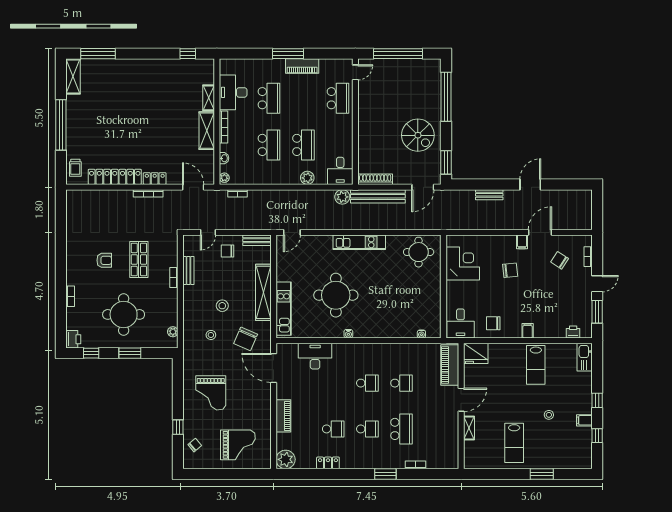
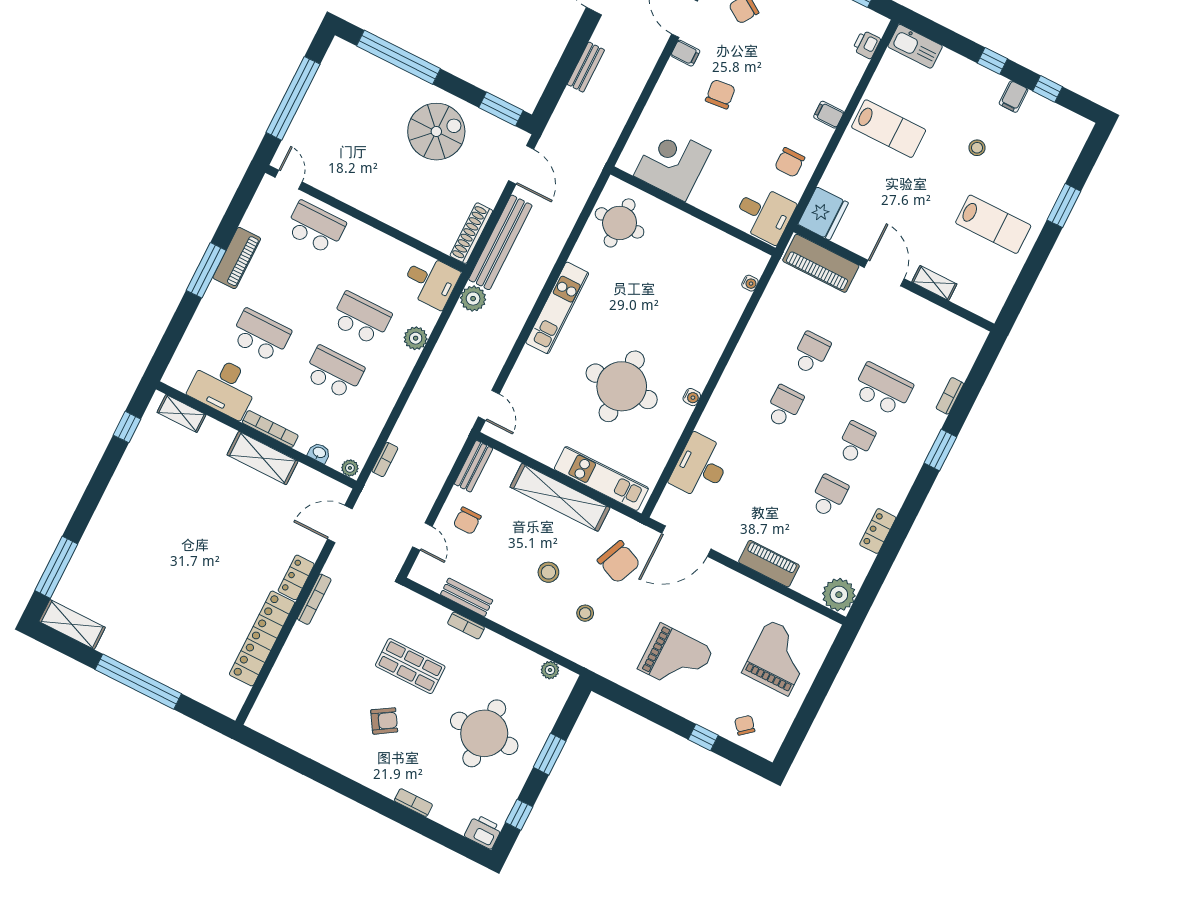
shelving: (209, 98) -> (181, 414), moved
trolley: (75, 168) -> (217, 693), removed
armchair: (104, 260) -> (384, 721), turned 58

